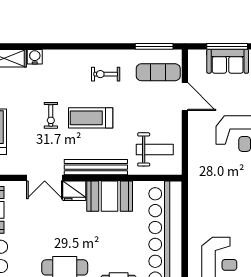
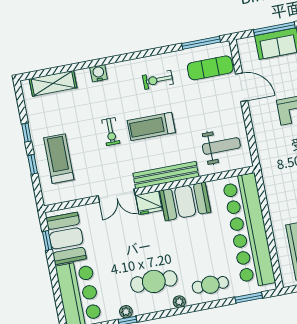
water cooler: (35, 57) -> (99, 73), moved

